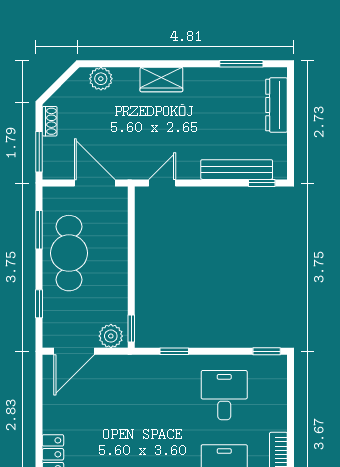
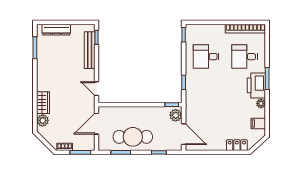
wardrobe: (161, 80) -> (43, 103), moved

